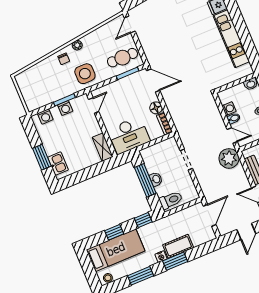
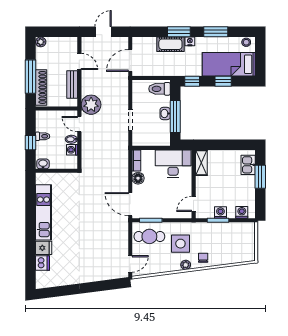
side table: (85, 74) -> (180, 244), moved

